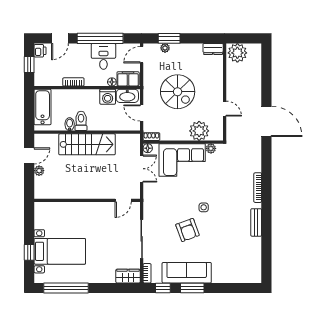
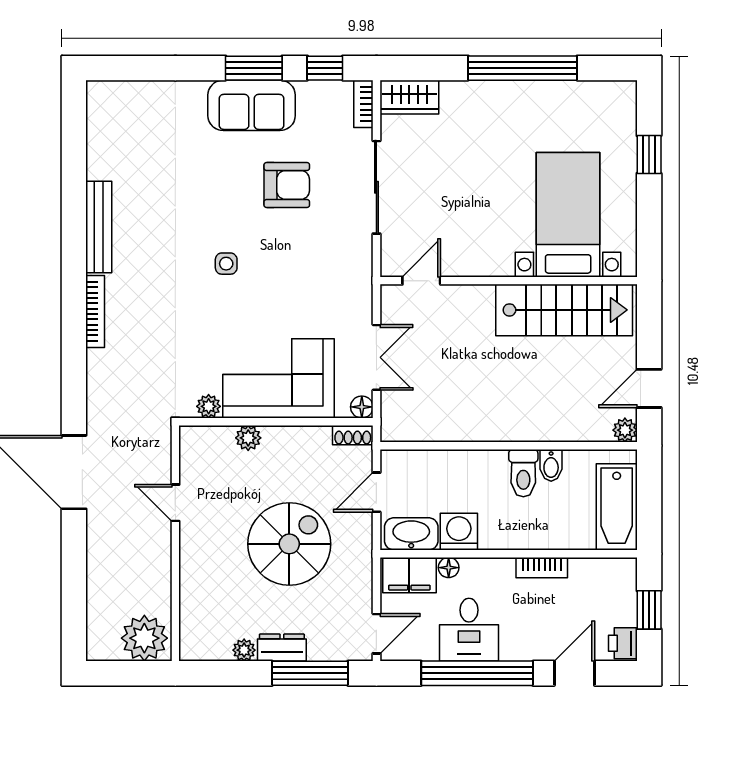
window: (169, 38) -> (310, 673), width x1.44
plant: (165, 48) -> (244, 650), moved
dresser: (213, 49) -> (282, 648), moved
spiral stairs: (178, 92) -> (289, 544), turned 90
door: (142, 113) -> (376, 492), swing flipped
plant: (199, 131) -> (248, 438), width x0.53, depth x0.53
stairs: (87, 144) -> (564, 310), moved, turned 180
double door: (142, 169) -> (376, 357), swing flipped
plant: (39, 171) -> (625, 430), moved
bench: (256, 222) -> (99, 227), width x1.36
armchair: (187, 230) -> (287, 185), moved, turned 110
bed with nightstands: (60, 251) -> (568, 215), moved, turned 90
sofa: (187, 273) -> (252, 105), width x0.73
window: (66, 288) -> (523, 68), moved

